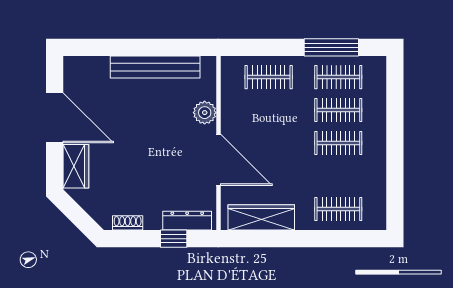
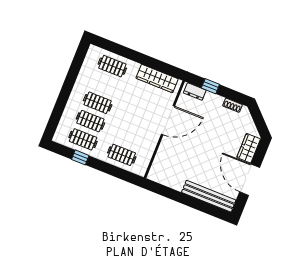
window: (331, 47) -> (80, 157), width x0.46
bench: (155, 67) -> (209, 196), moved
plant: (205, 113) -> (165, 149), removed
door: (218, 160) -> (168, 120), swing flipped
dresser: (187, 221) -> (195, 92), width x0.70

